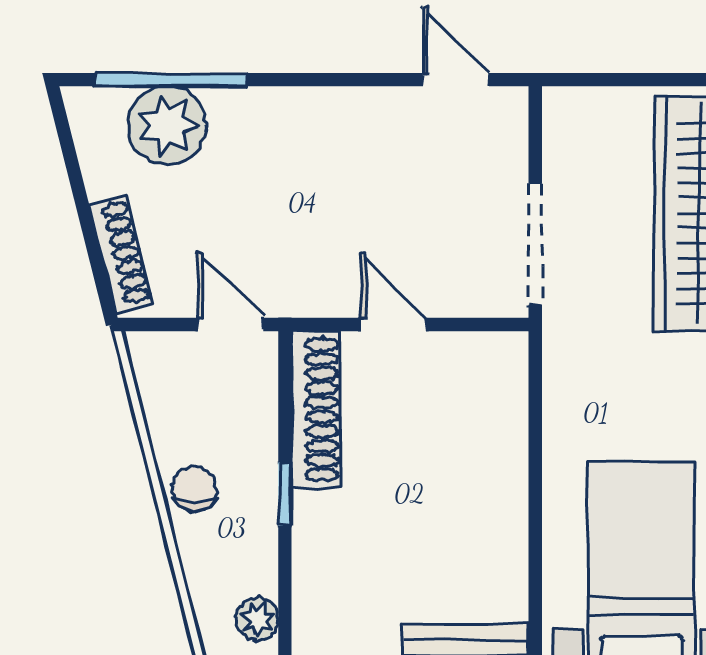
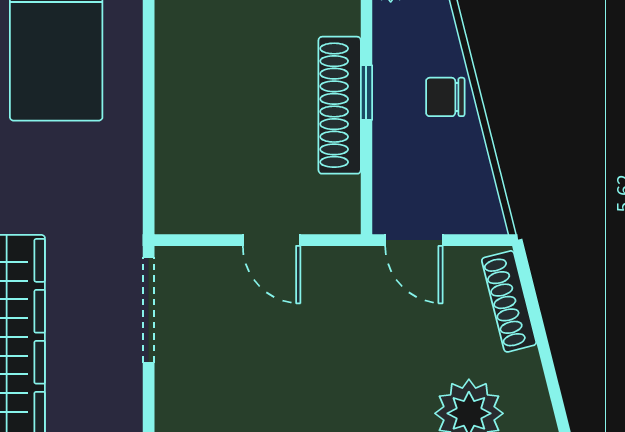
shoe rack: (316, 410) -> (340, 105), moved
chair: (194, 489) -> (445, 97), turned 90

